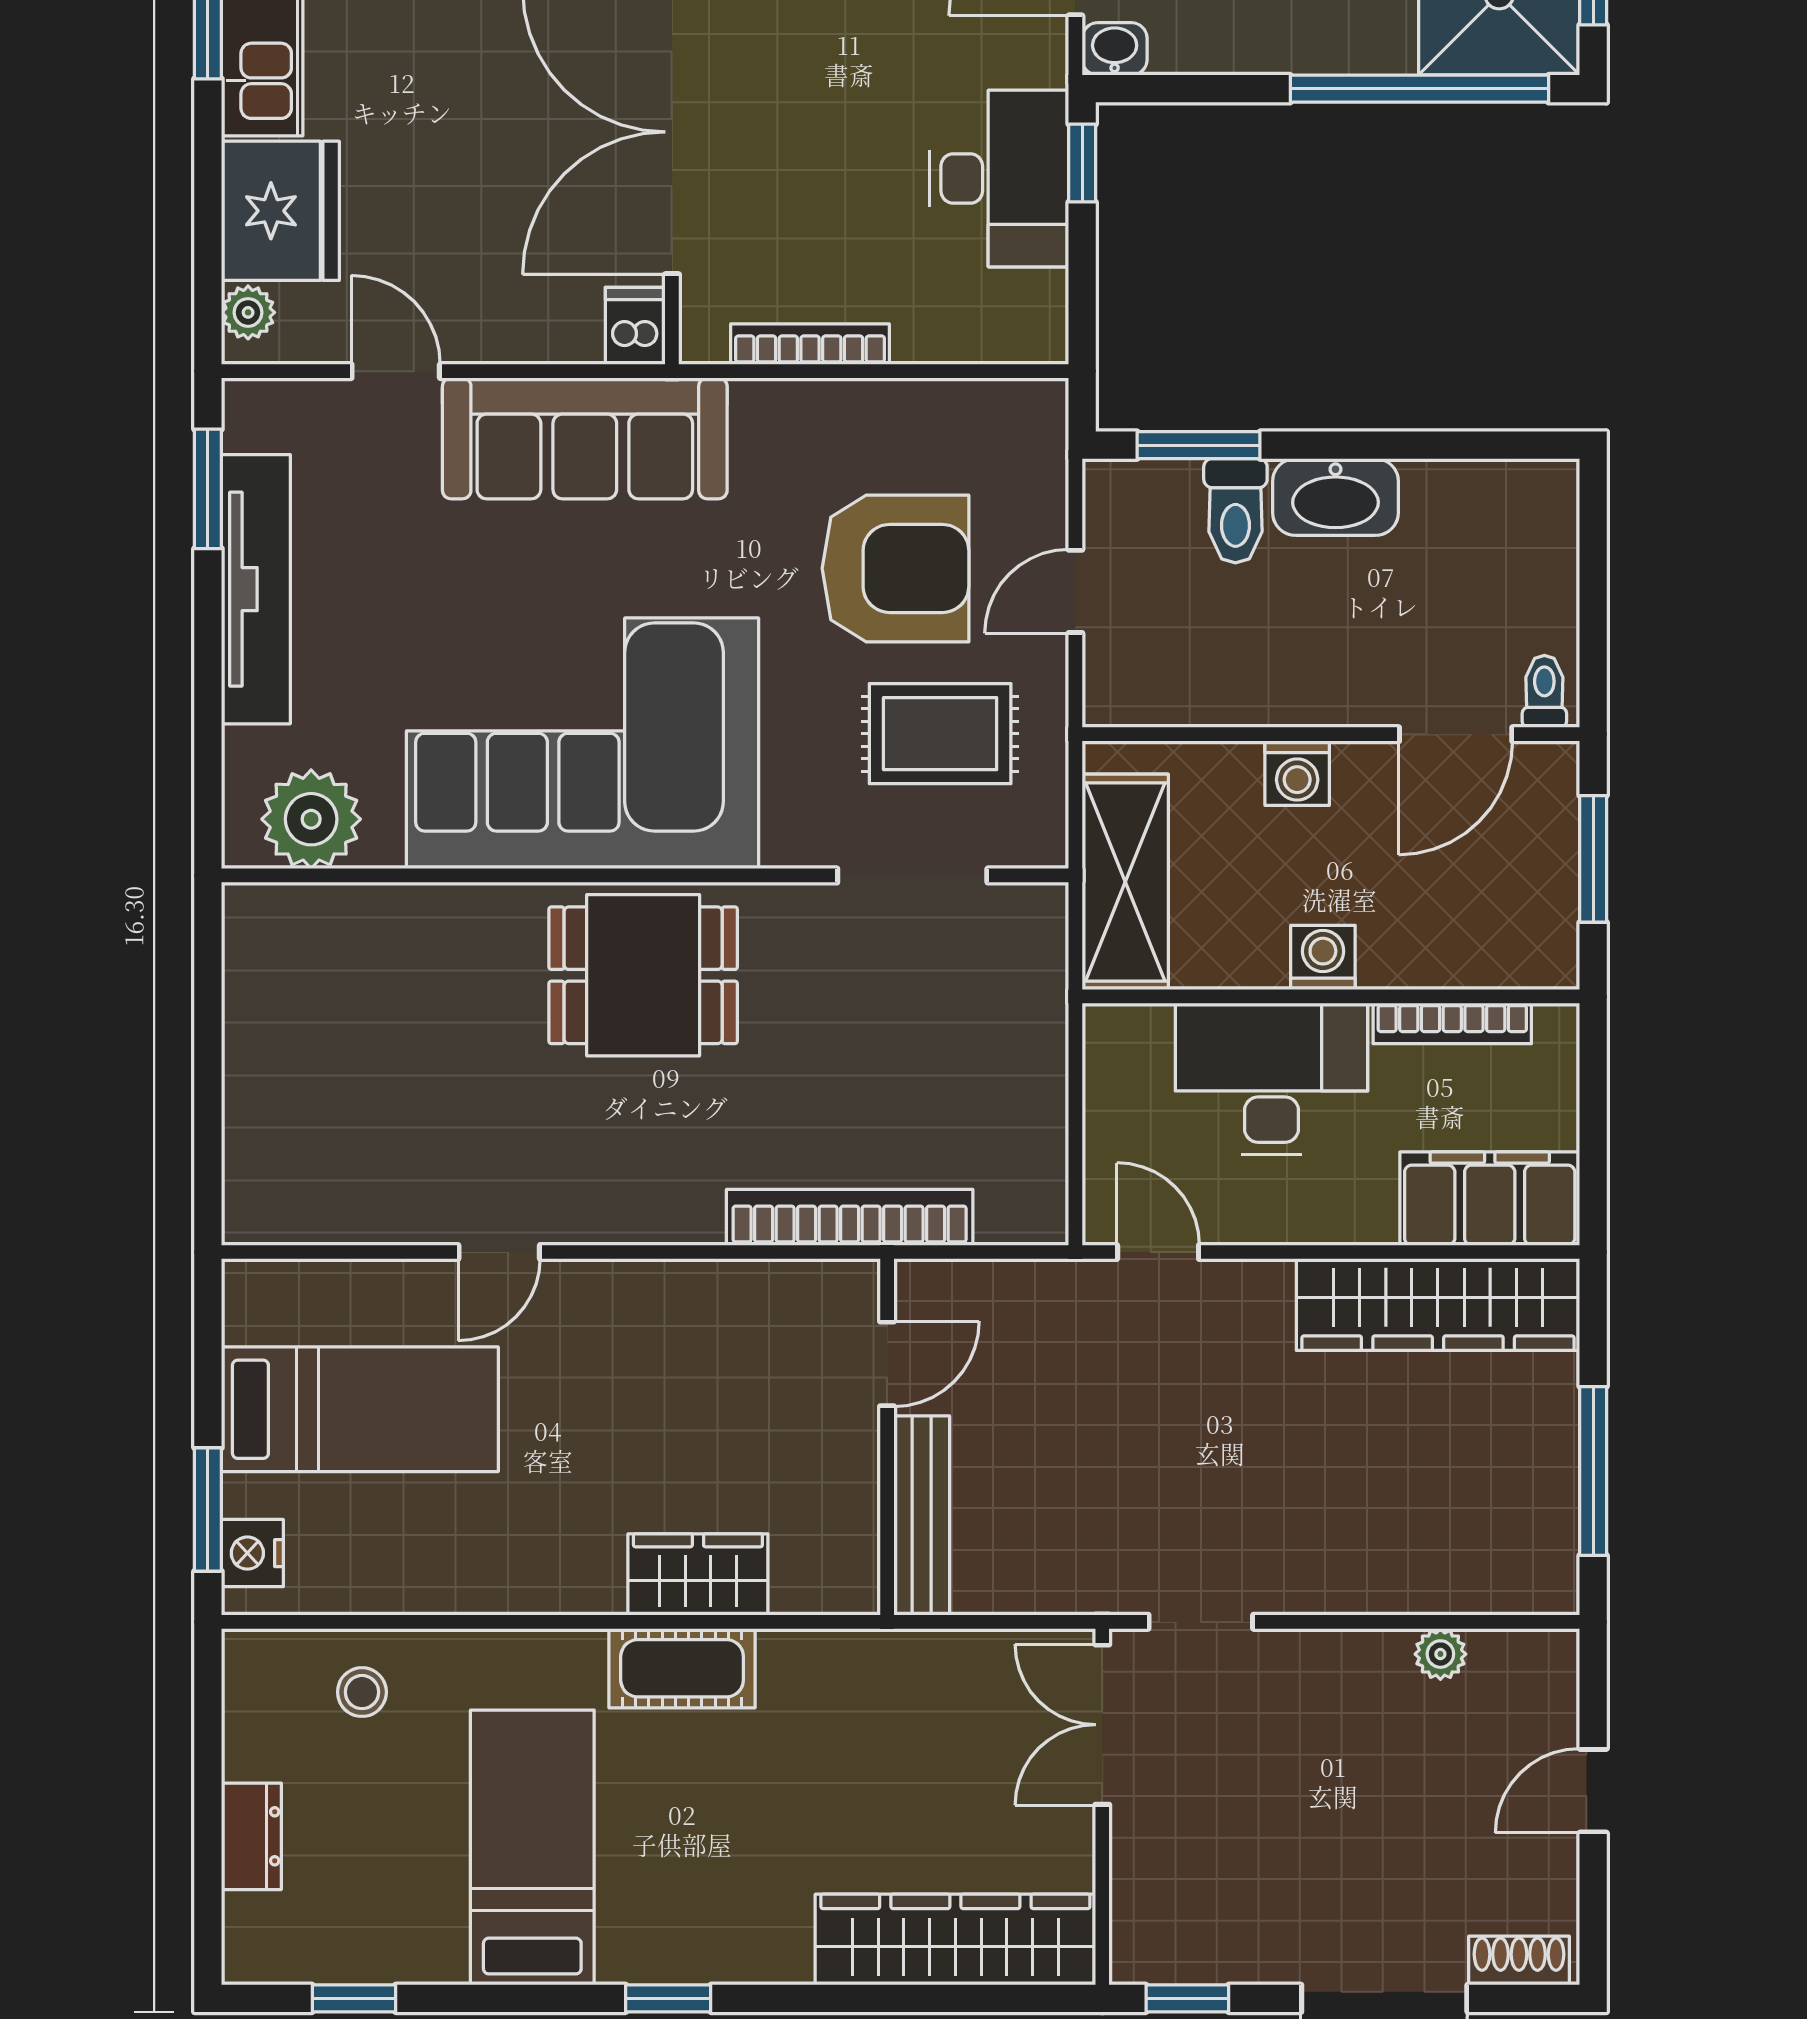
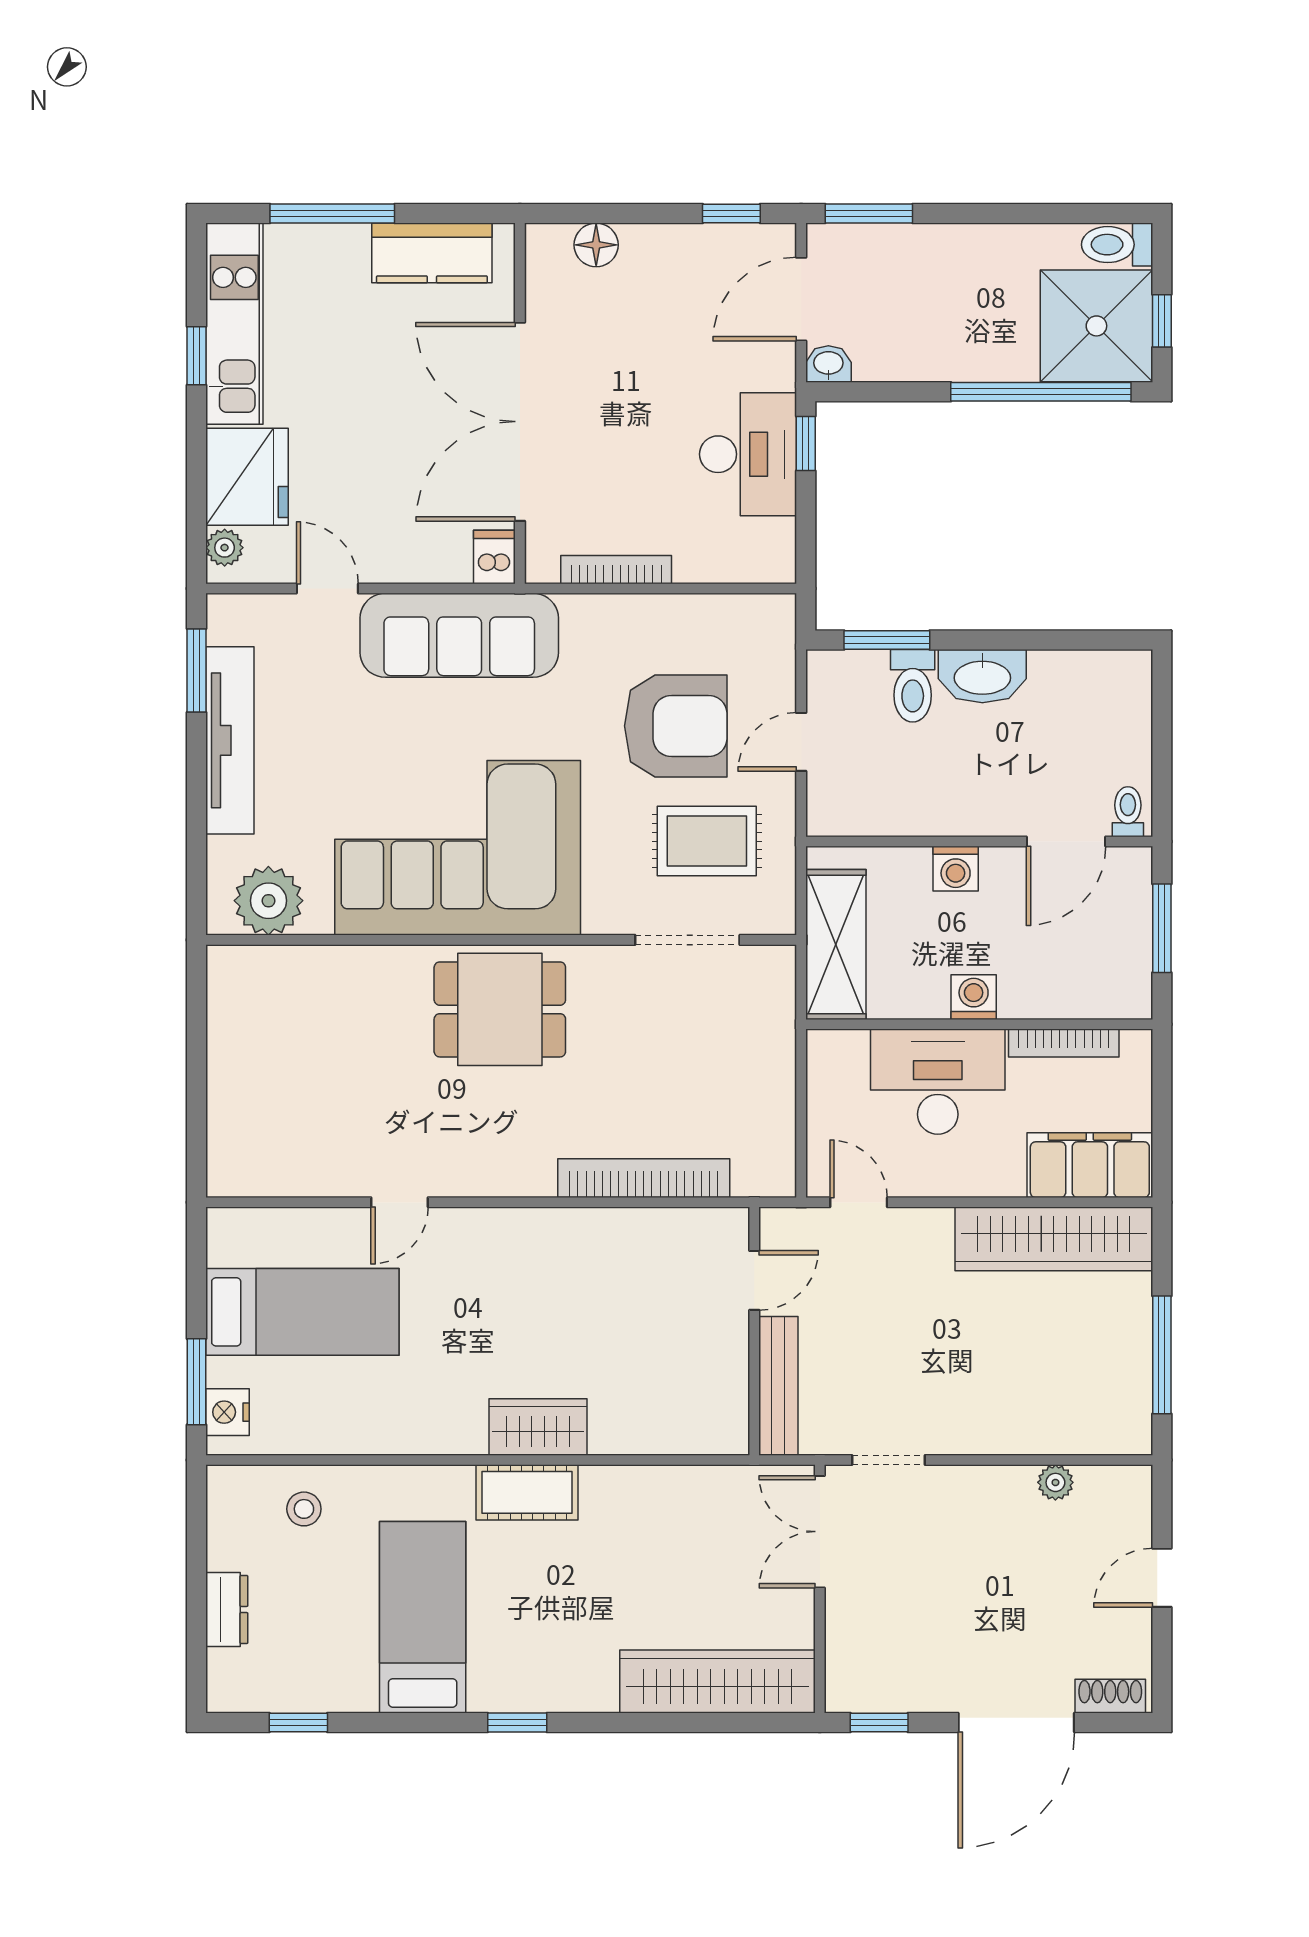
door: (887, 1364) -> (754, 1280), moved
wall: (887, 1437) -> (754, 1331), moved
bench: (922, 1515) -> (778, 1386), moved

